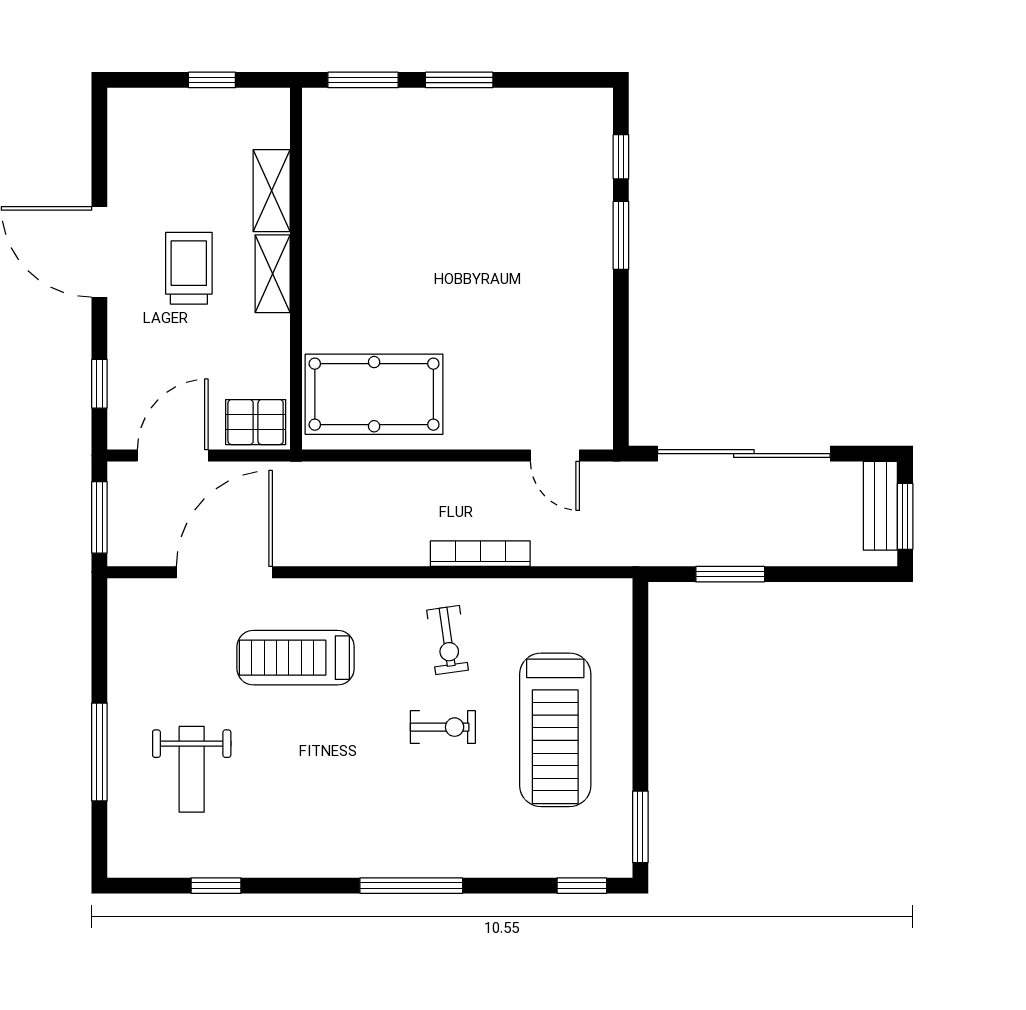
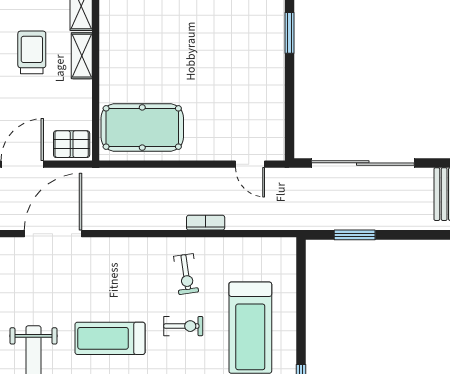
bookcase: (480, 554) -> (206, 223), width x0.64
treadmill: (296, 658) -> (110, 338), moved

